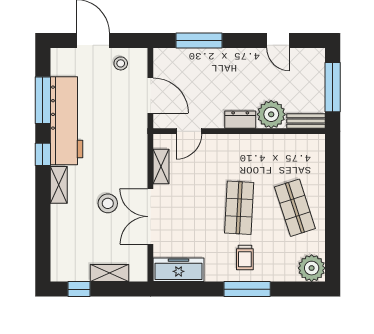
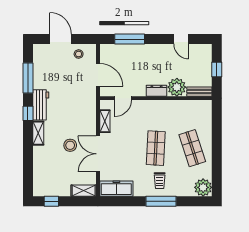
window: (333, 87) -> (217, 69), width x0.46
workbench: (66, 121) -> (41, 105), width x0.53, depth x0.76
shelving: (109, 273) -> (84, 191), moved

